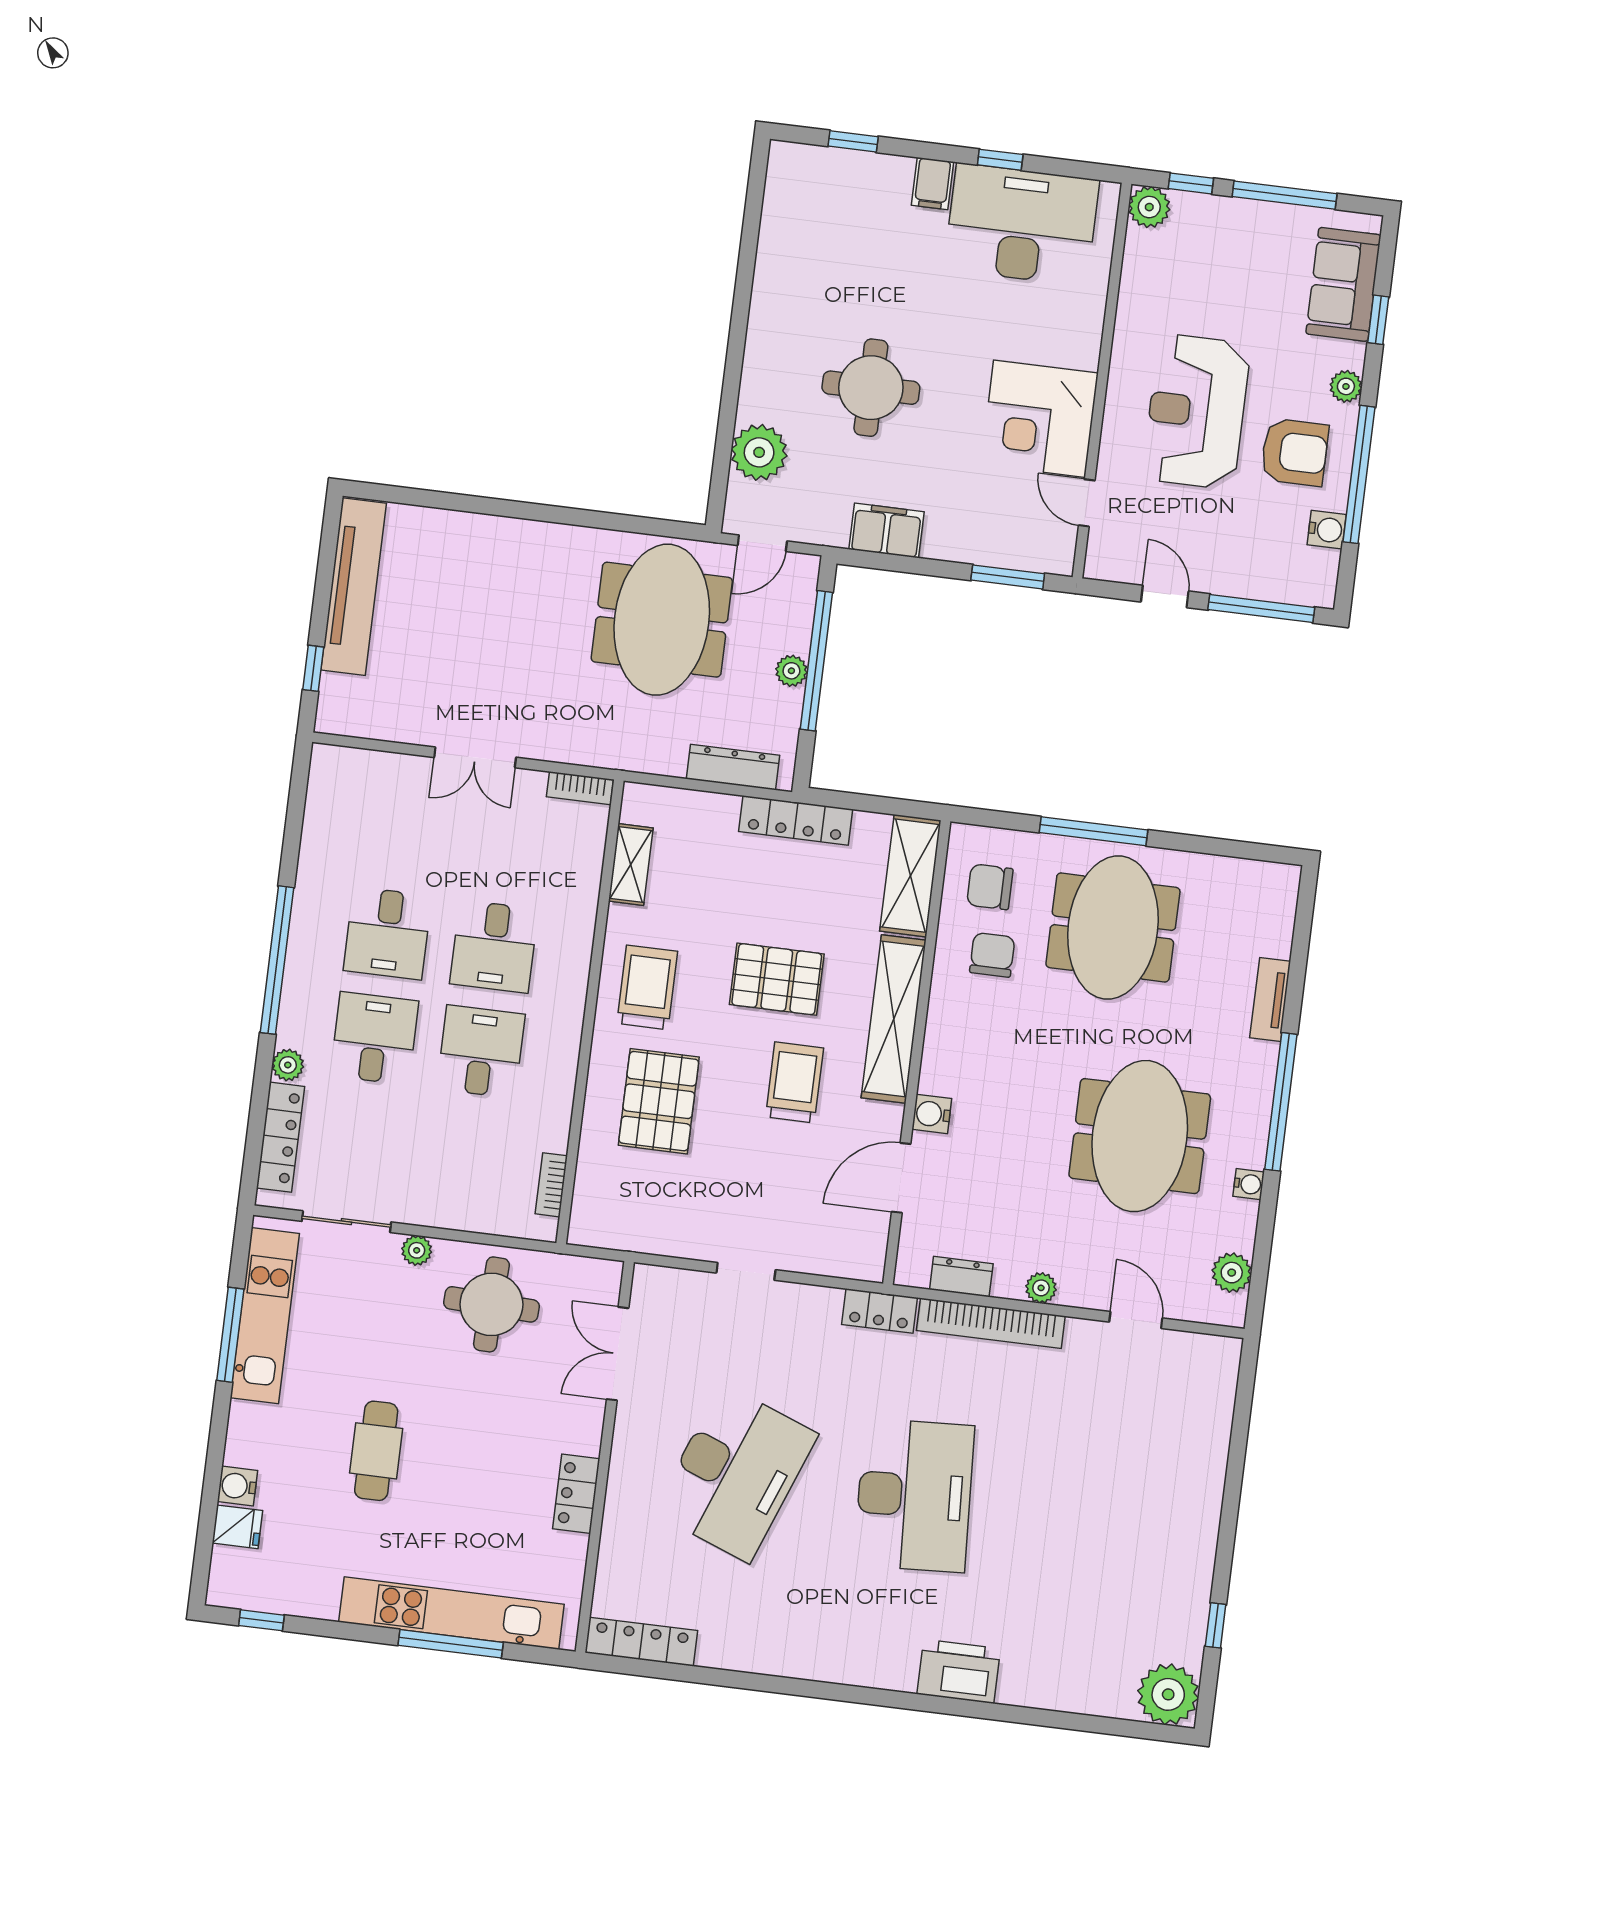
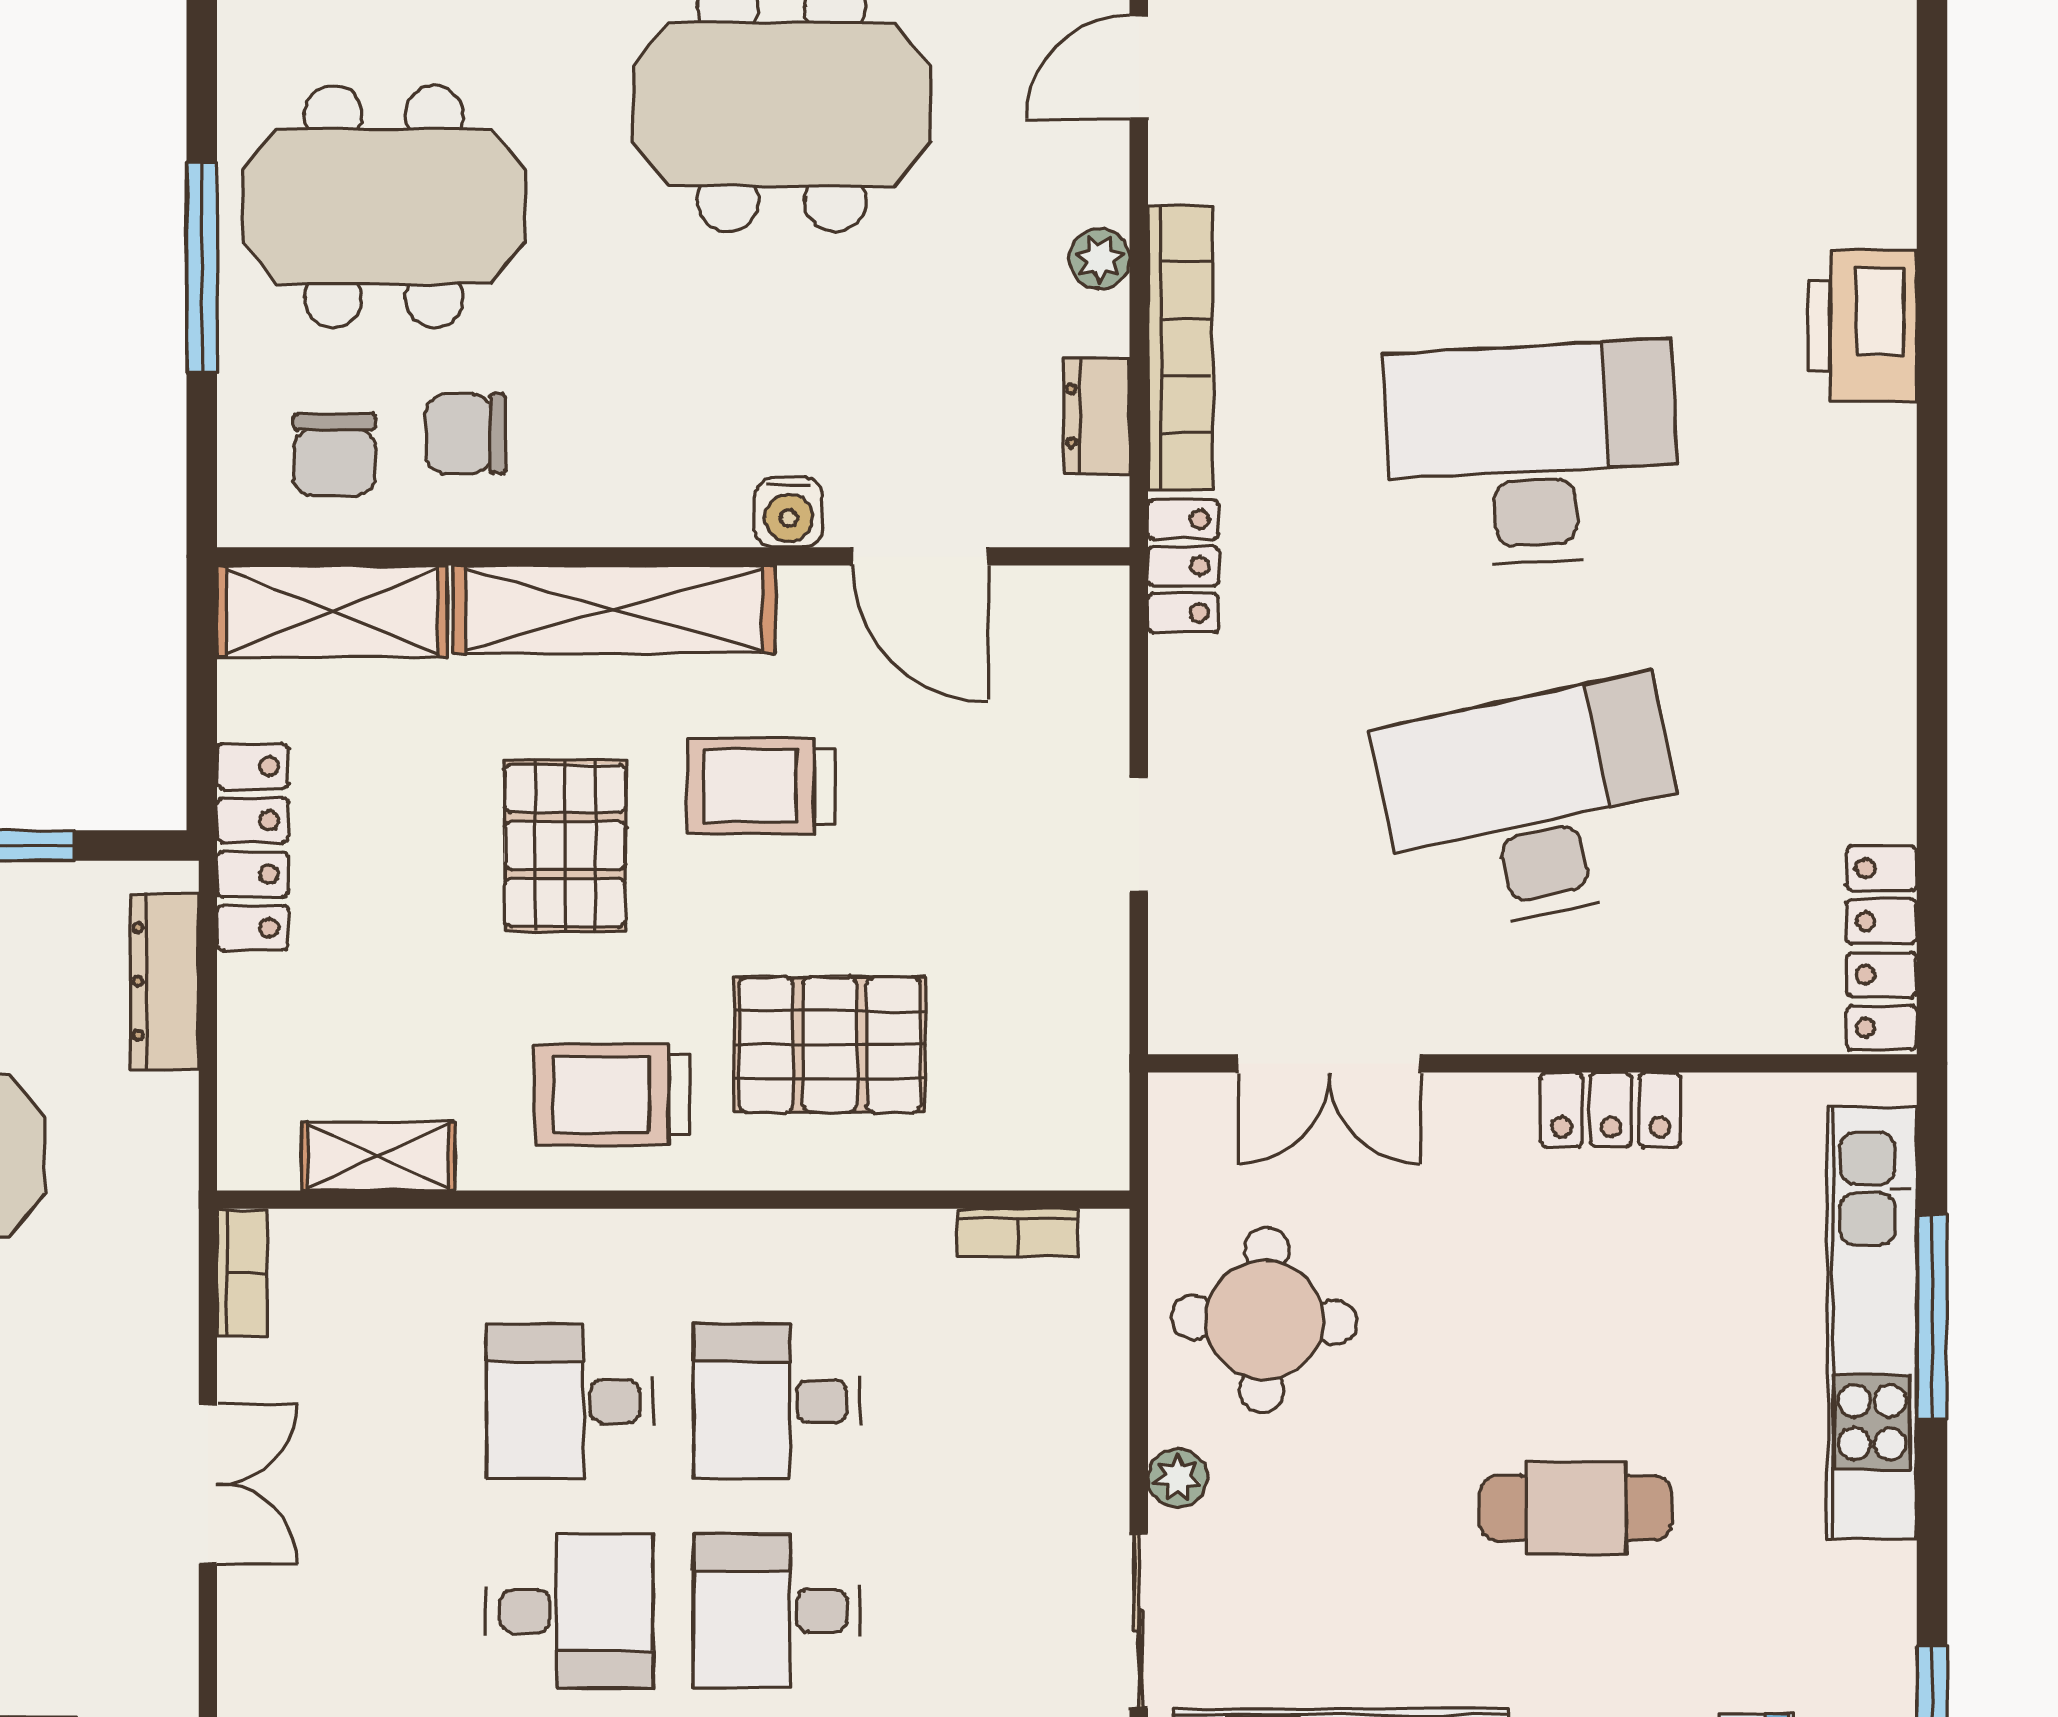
desk: (494, 946) -> (570, 1401), turned 180
desk: (736, 1473) -> (1532, 806), turned -33

